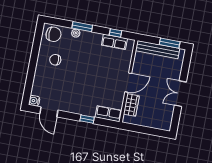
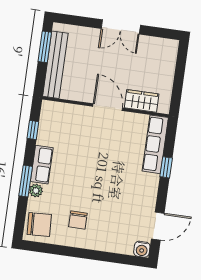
chair: (53, 34) -> (39, 224), turned 87
row of seats: (114, 42) -> (42, 165), moved
row of seats: (108, 114) -> (155, 144), width x1.48

